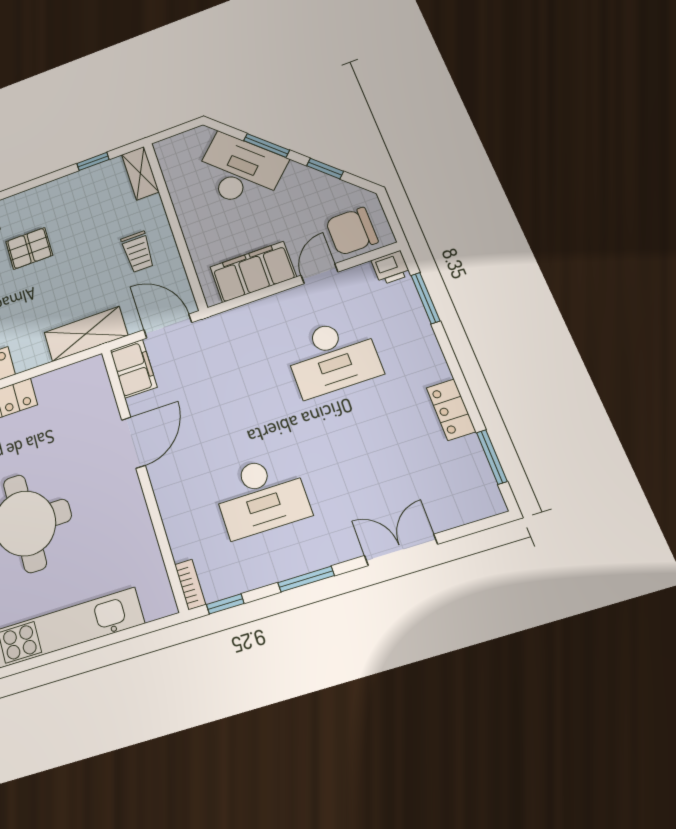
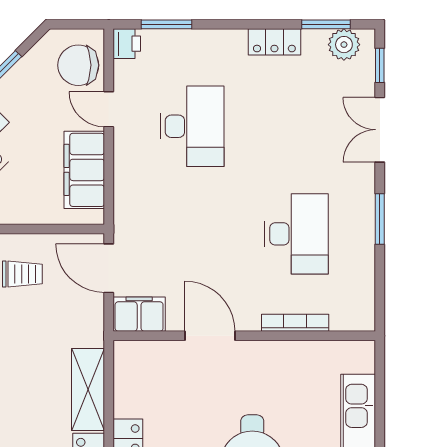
chair: (352, 231) -> (78, 65), turned 90
door: (168, 326) -> (109, 268), hinge flipped
shelving: (86, 334) -> (88, 390), moved
plant: (478, 483) -> (344, 45), added
bookcase: (190, 585) -> (295, 323), moved, width x1.56
window: (225, 604) -> (380, 65), moved

